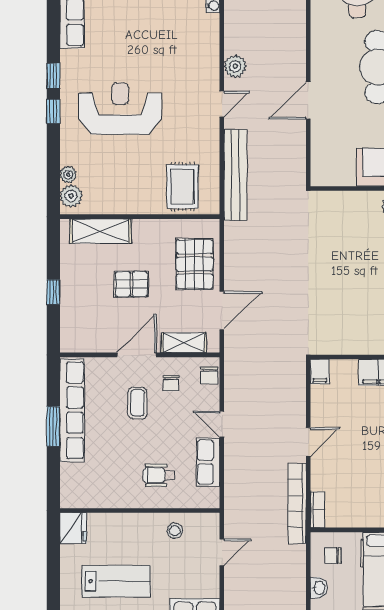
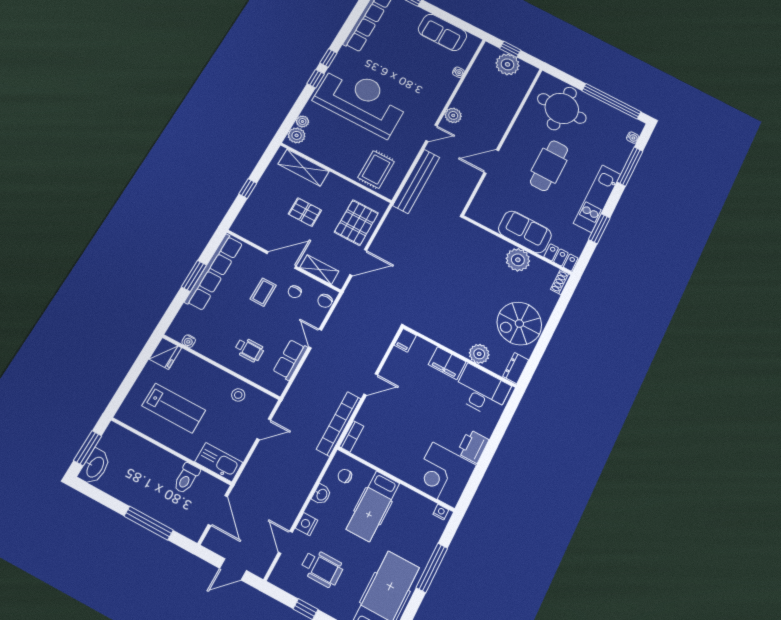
reception desk: (120, 109) -> (361, 100), width x1.36, depth x1.30
wheelchair: (159, 475) -> (249, 350), turned 180
water cooler: (90, 501) -> (189, 341), added

